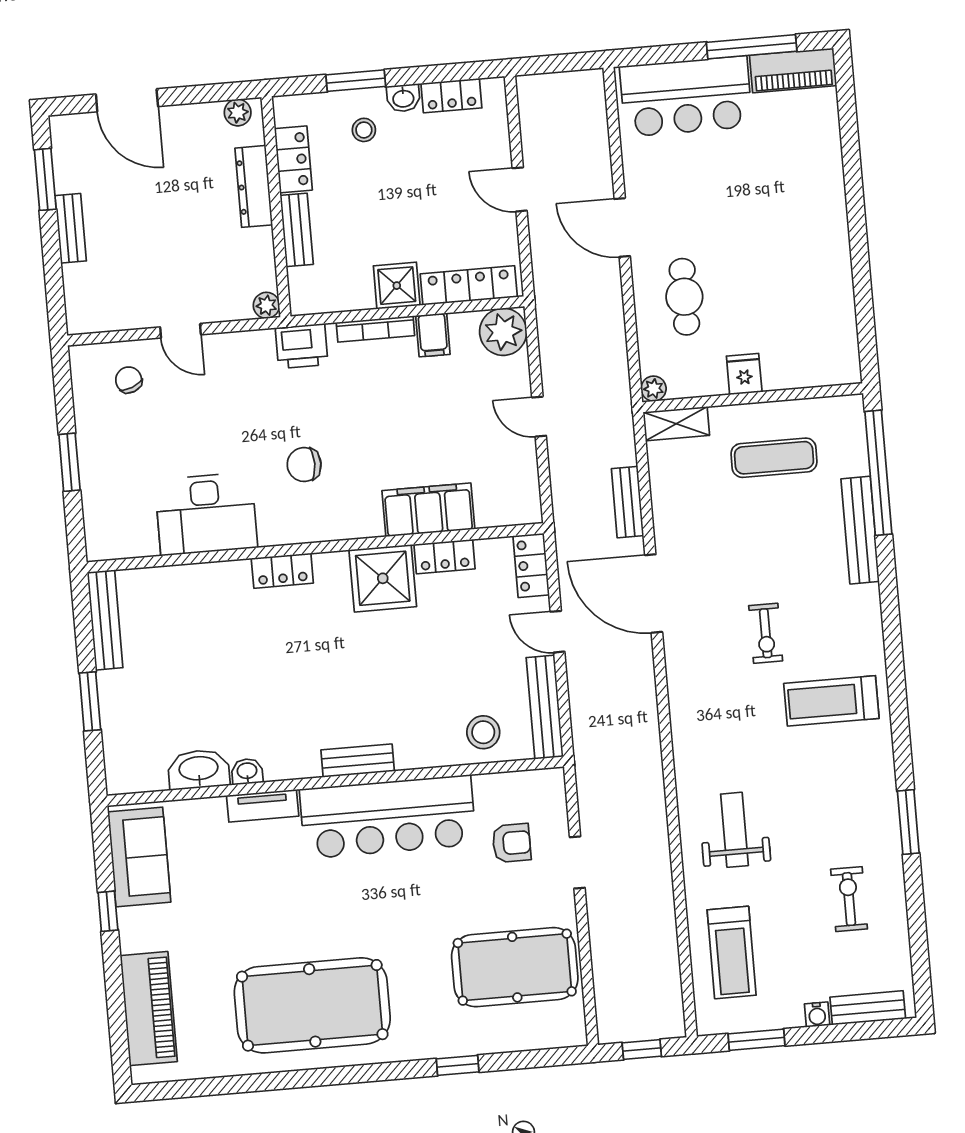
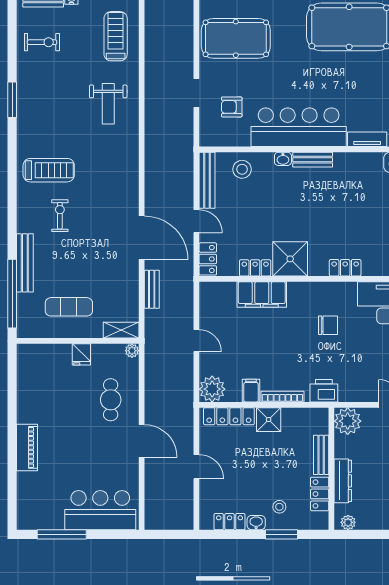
piano: (793, 70) -> (27, 447), moved, turned 90
plant: (266, 305) -> (348, 421), width x1.87, depth x1.87
exercise bike: (766, 633) -> (60, 216), moved
washbasin: (247, 771) -> (283, 159), moved
exercise bike: (849, 899) -> (42, 42), moved, turned -90

